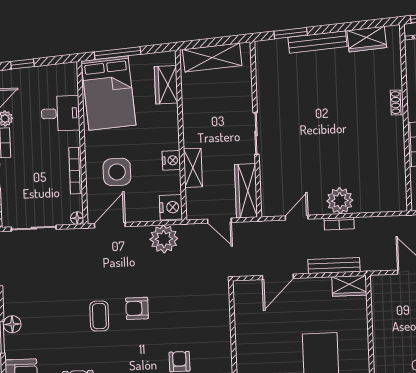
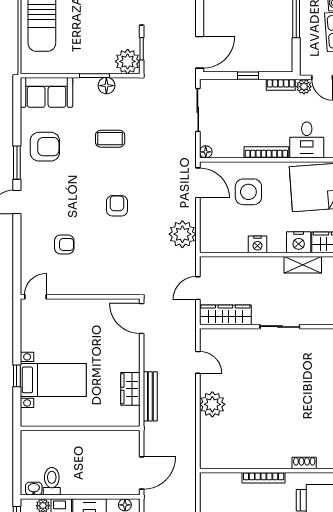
shelving: (193, 168) -> (303, 265), moved
bookcase: (76, 171) -> (266, 152), moved
nightstand: (171, 207) -> (299, 242), moved
bookcase: (339, 224) -> (190, 403), removed
door: (278, 277) -> (142, 319), moved
wardrobe: (349, 286) -> (130, 389), moved
coffee table: (99, 316) -> (110, 139), moved

